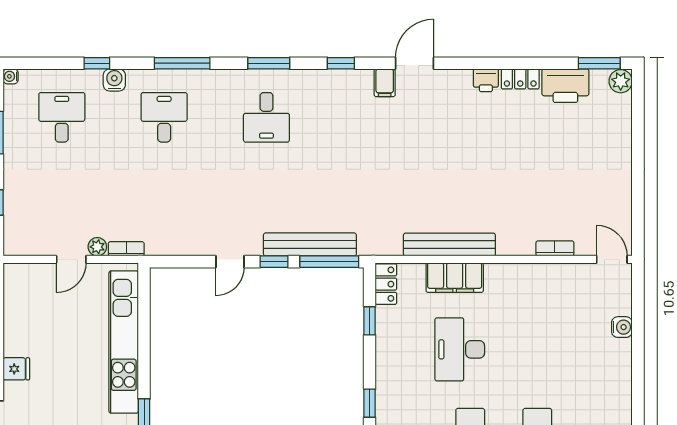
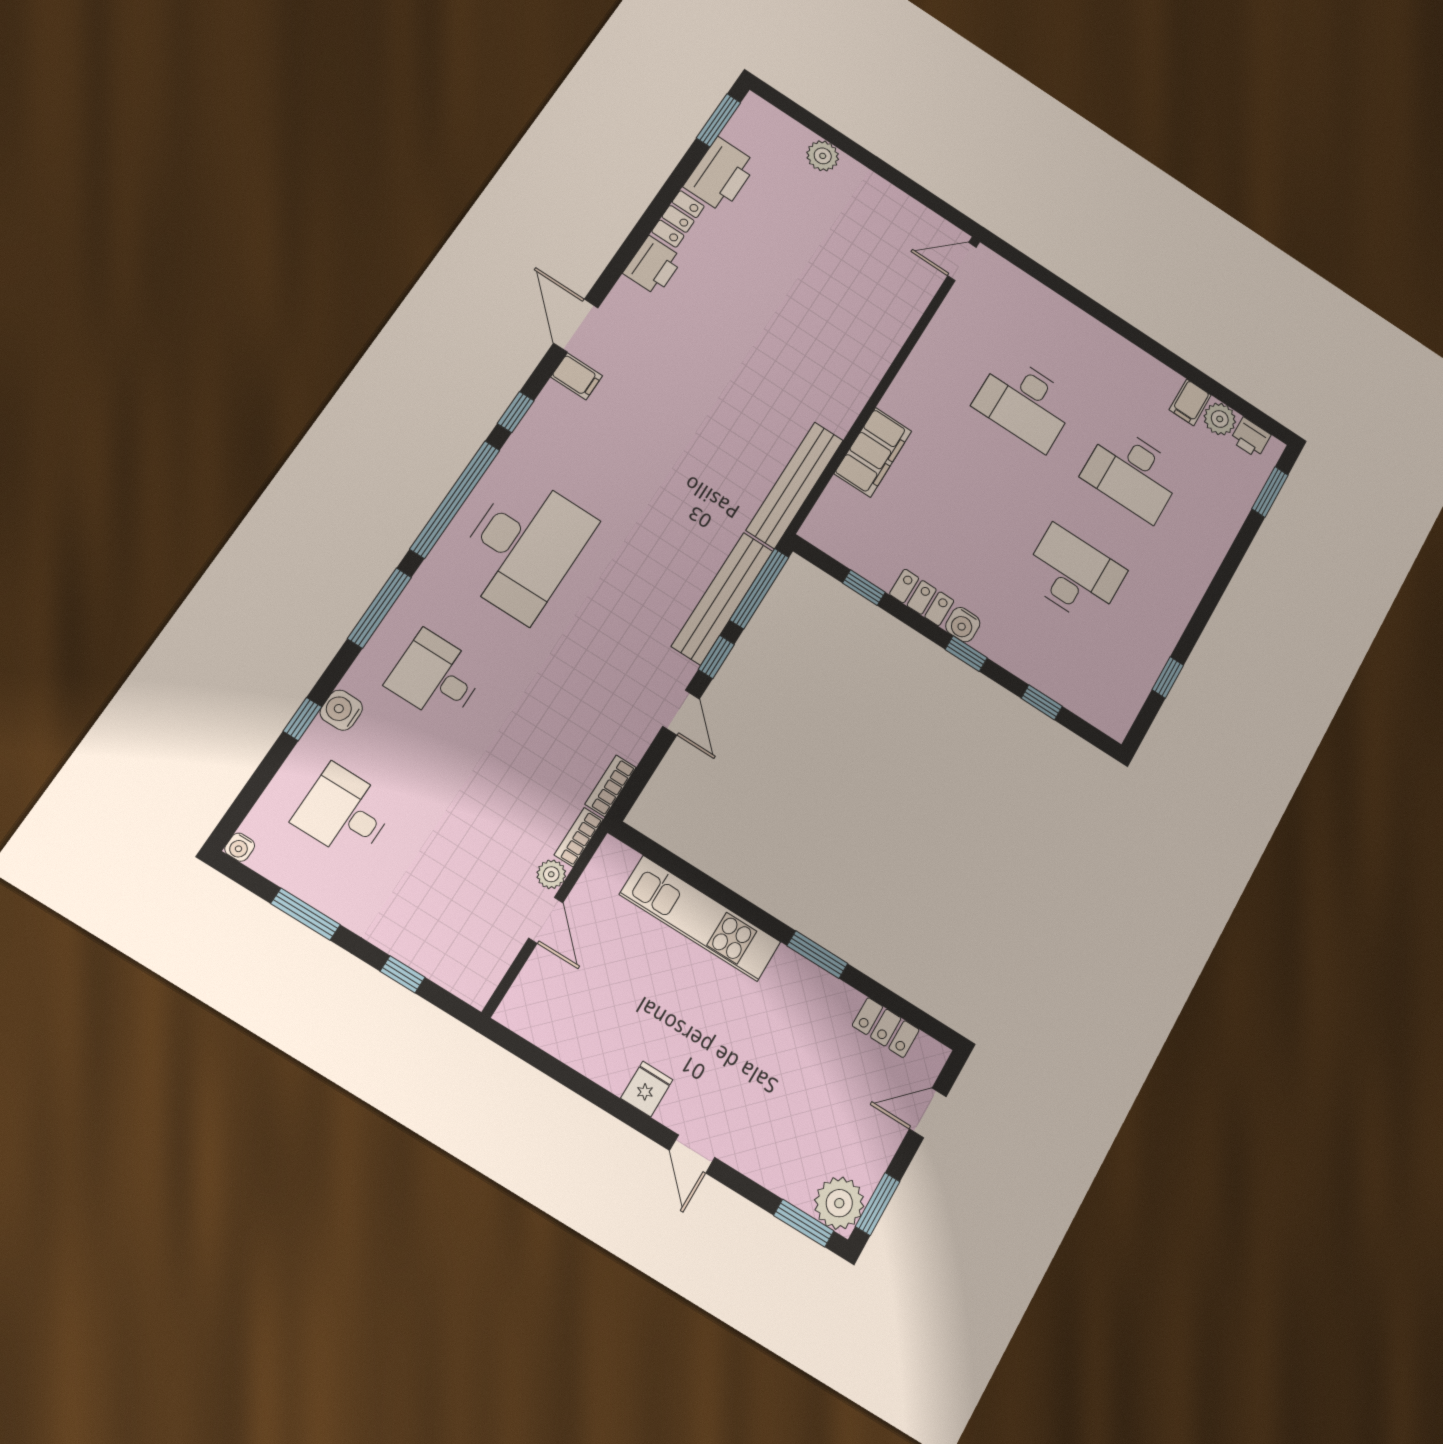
window: (269, 63) -> (455, 499), width x2.11
printer: (486, 80) -> (653, 266), width x1.36, depth x1.24
plant: (621, 81) -> (823, 156), moved
desk: (266, 117) -> (524, 547), width x1.87, depth x1.30
bench: (449, 245) -> (795, 485), moved
bookcase: (555, 248) -> (611, 786), moved
locker: (386, 284) -> (922, 597), moved
water cooler: (622, 327) -> (963, 625), moved, turned 180
kitchen unit: (124, 342) -> (700, 918), width x0.73
desk: (460, 349) -> (1025, 403), moved

